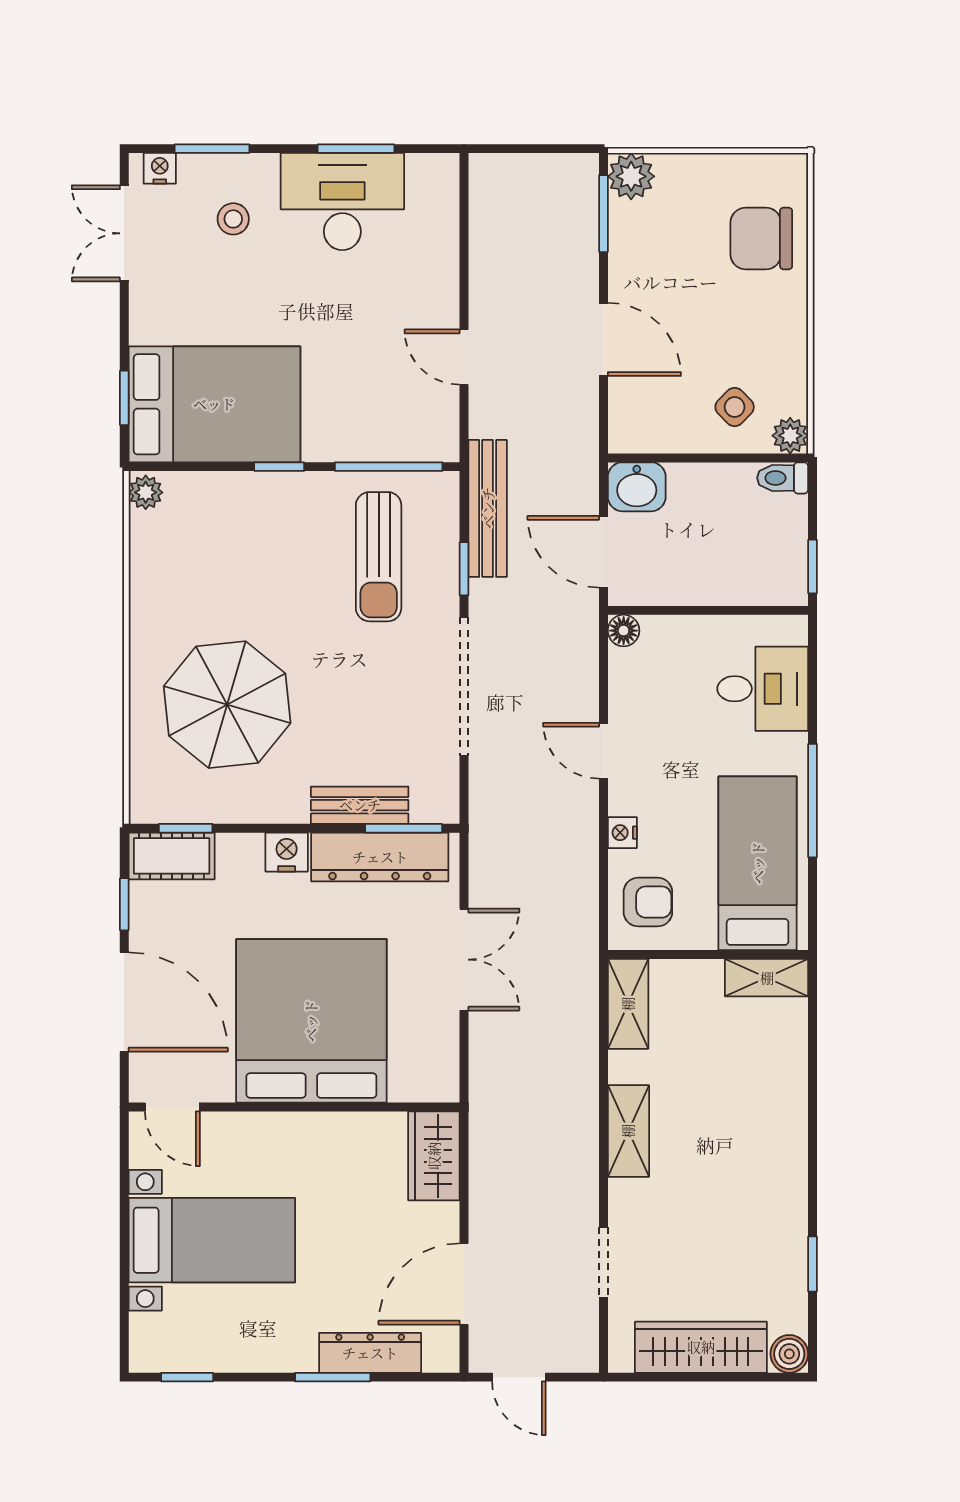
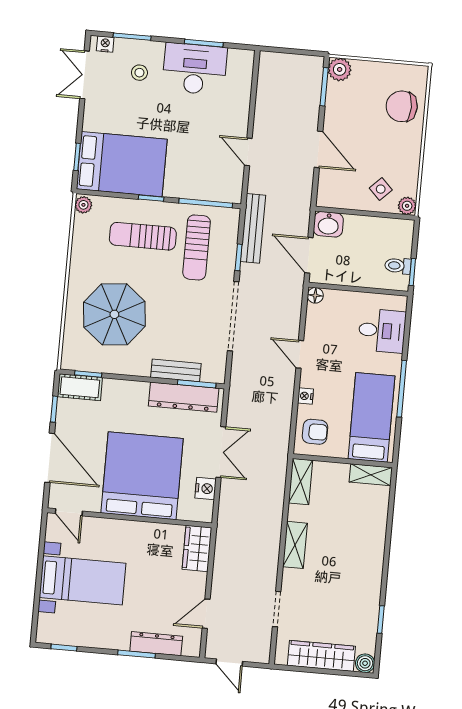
toilet: (783, 478) -> (398, 266), moved
sun lounger: (270, 544) -> (143, 236), added
nightstand: (287, 852) -> (206, 489), moved, turned 90
door: (464, 1284) -> (206, 614), width x0.73

